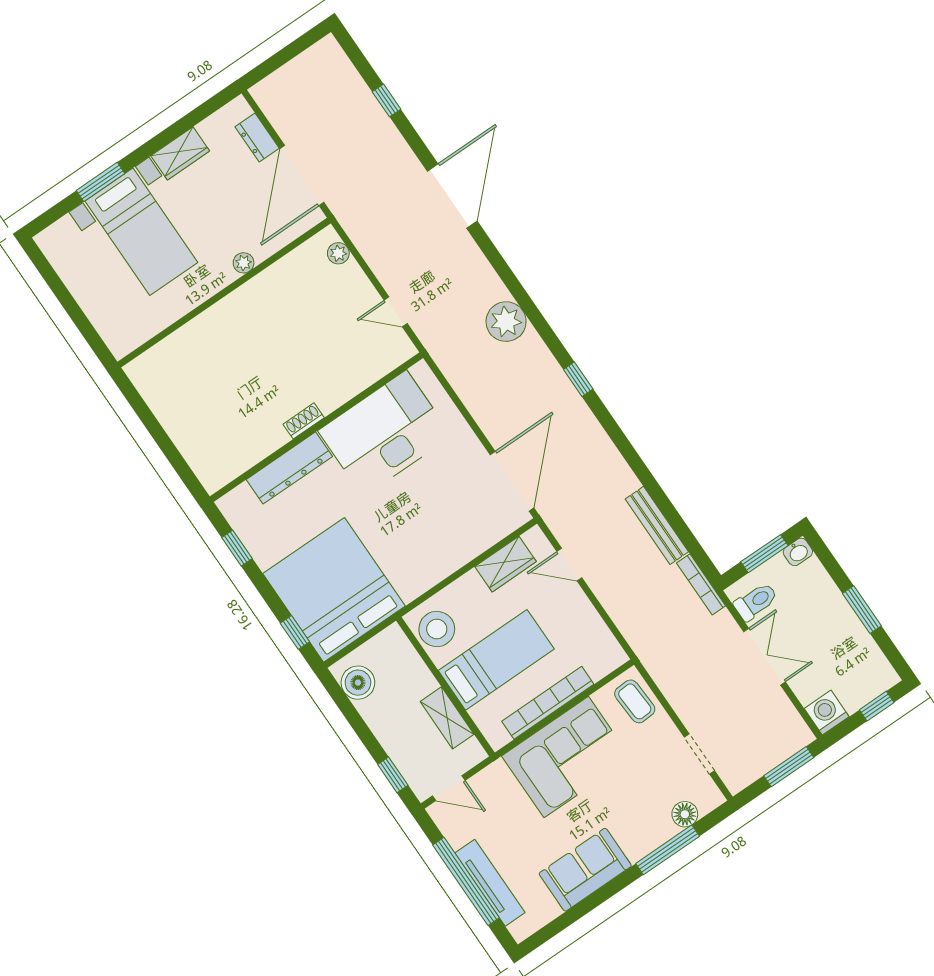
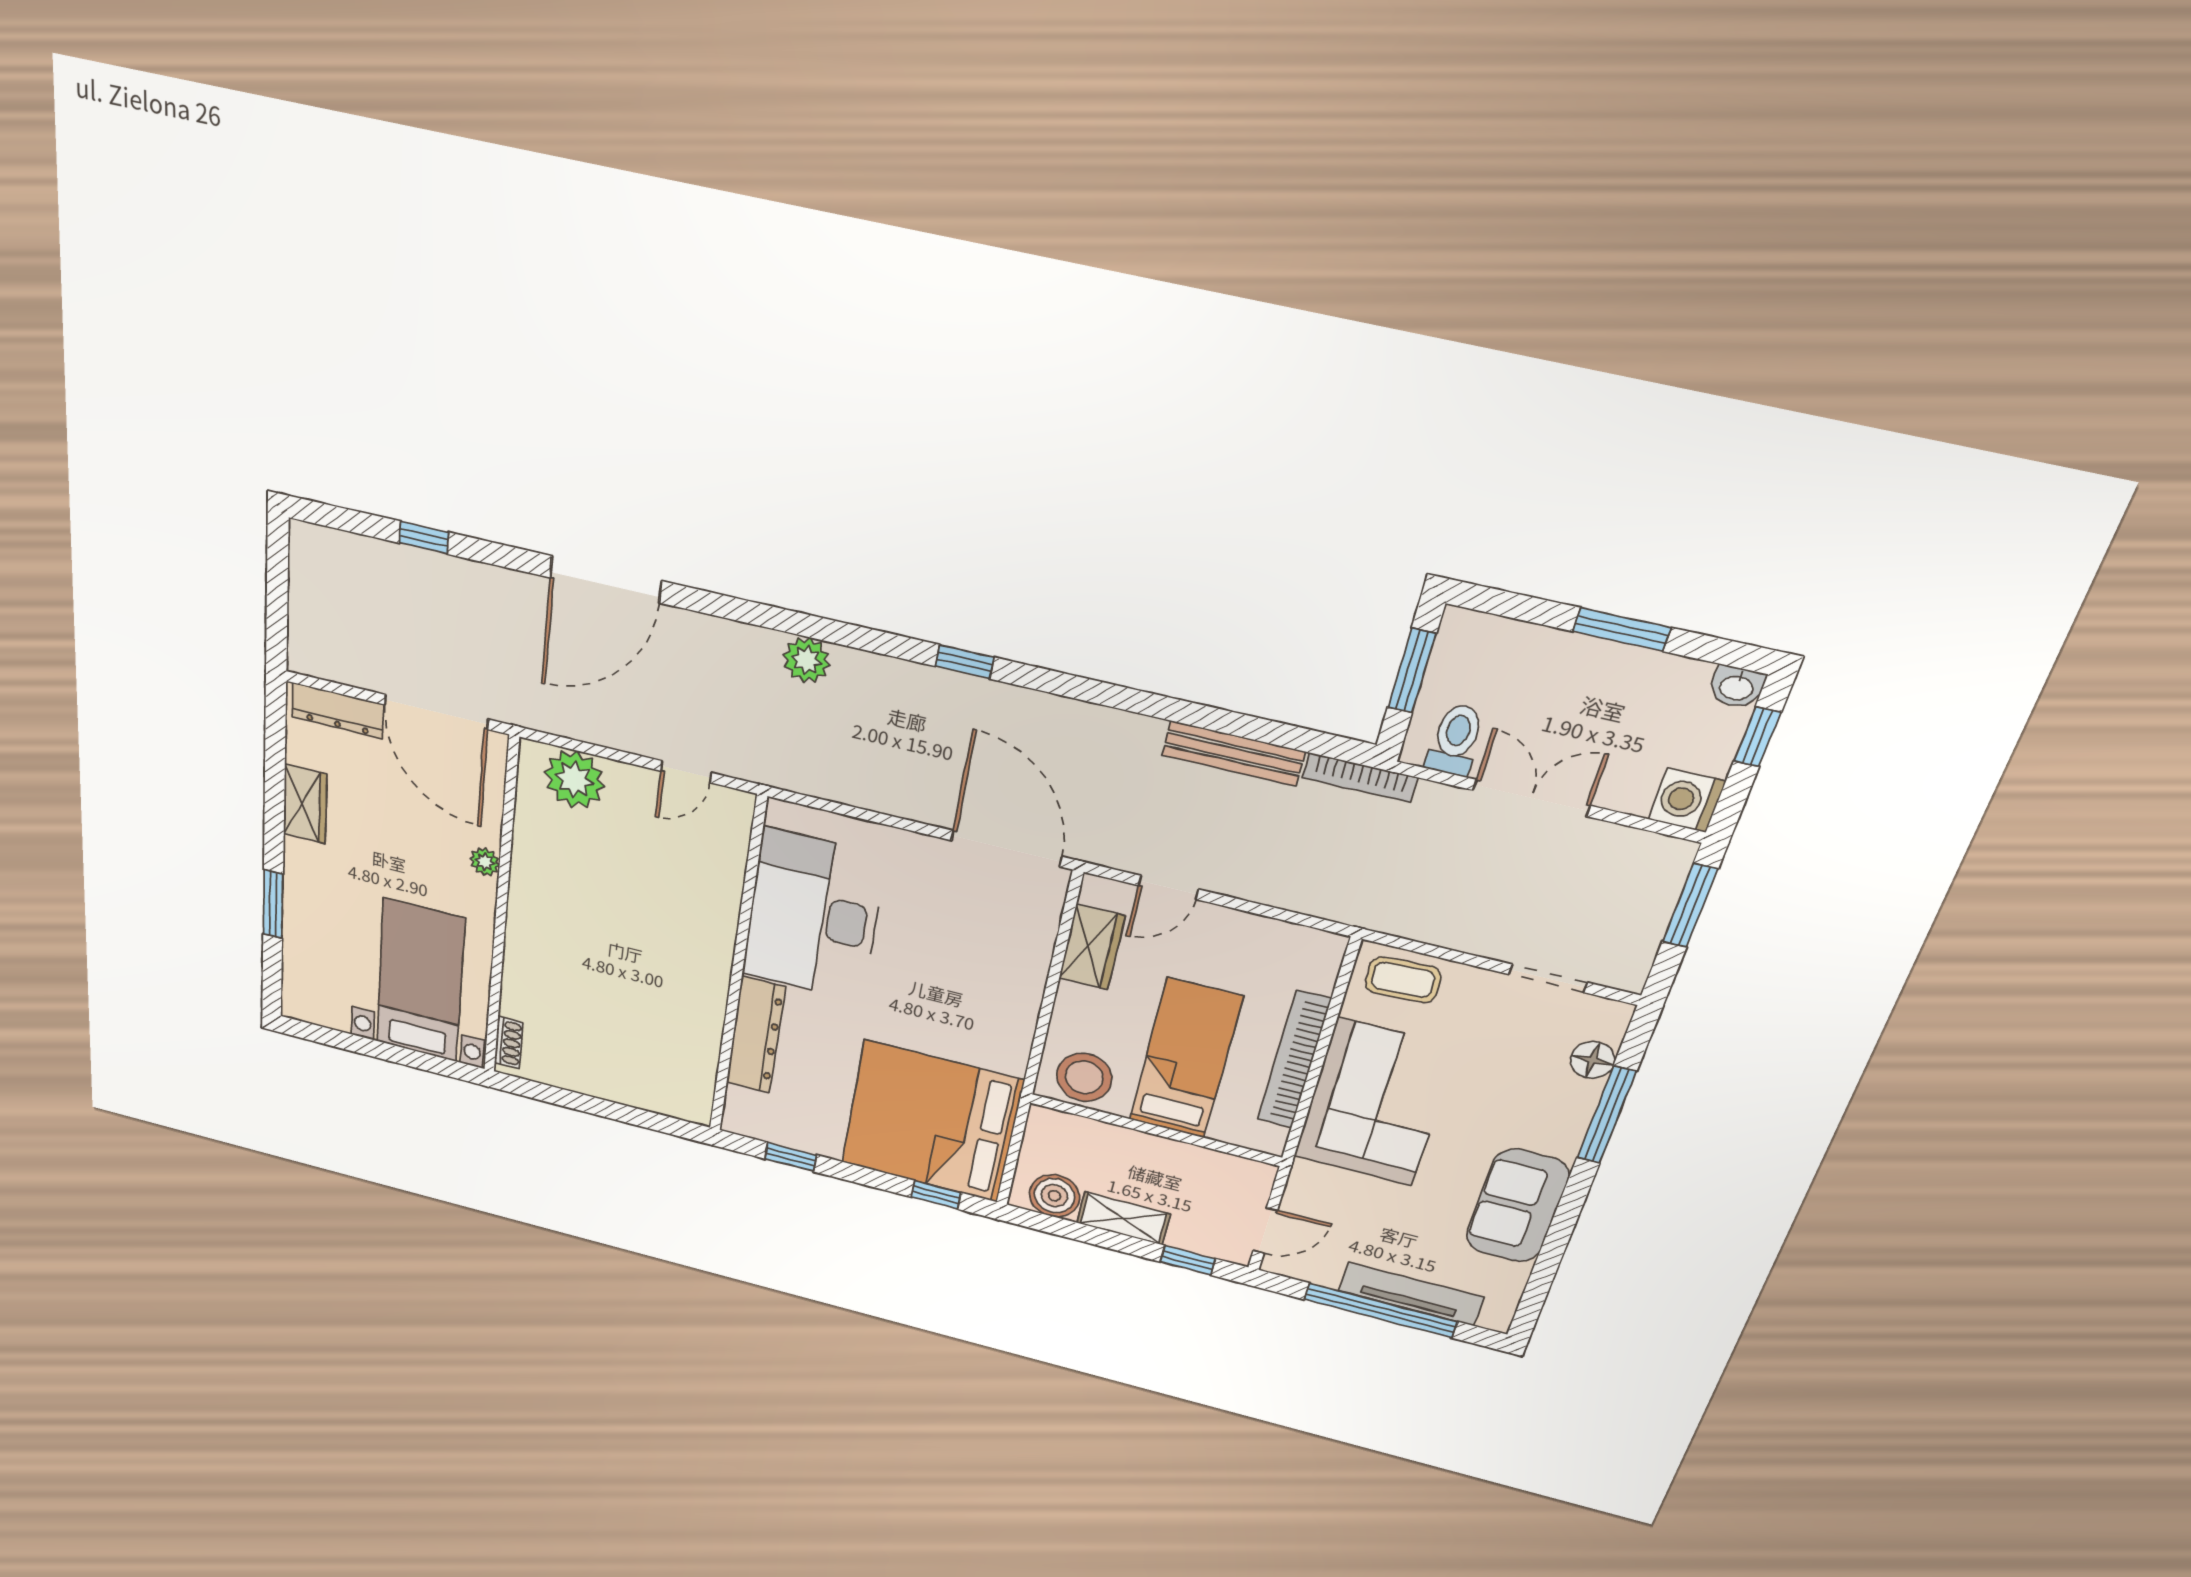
dresser: (257, 137) -> (338, 711), width x1.44
door: (452, 196) -> (606, 579), swing flipped
bed with nightstands: (141, 232) -> (420, 981), moved, turned -90
plant: (338, 253) -> (574, 779), width x1.88, depth x1.88
plant: (506, 322) -> (806, 660), width x0.73, depth x0.73
shoe rack: (304, 421) -> (509, 1043), moved, turned 180
washbasin: (798, 552) -> (1737, 687), moved, turned 90
shelving: (447, 718) -> (1124, 1218), moved

